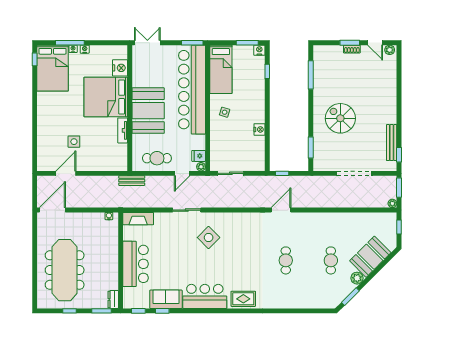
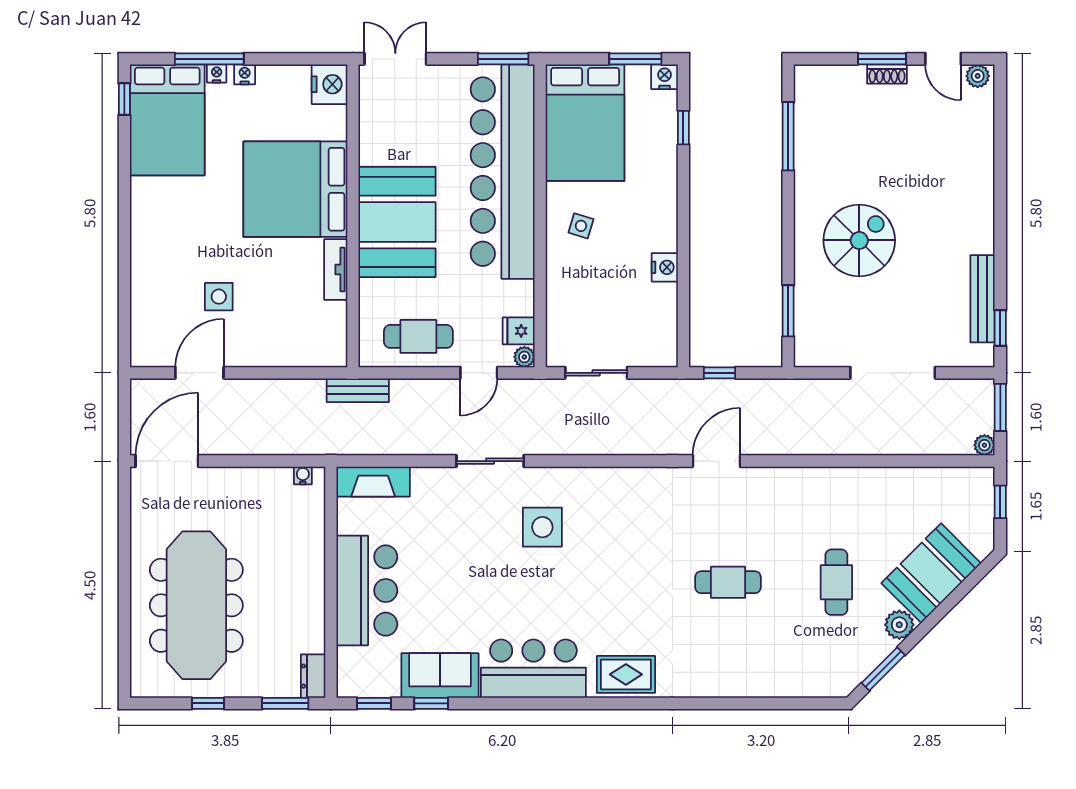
nightstand: (120, 68) -> (330, 84), moved
bed: (221, 69) -> (585, 123), width x1.50
spiral stairs: (340, 118) -> (859, 240), turned 90
side table: (209, 238) -> (542, 527), turned 45
cafe table: (286, 260) -> (728, 582), turned 90

